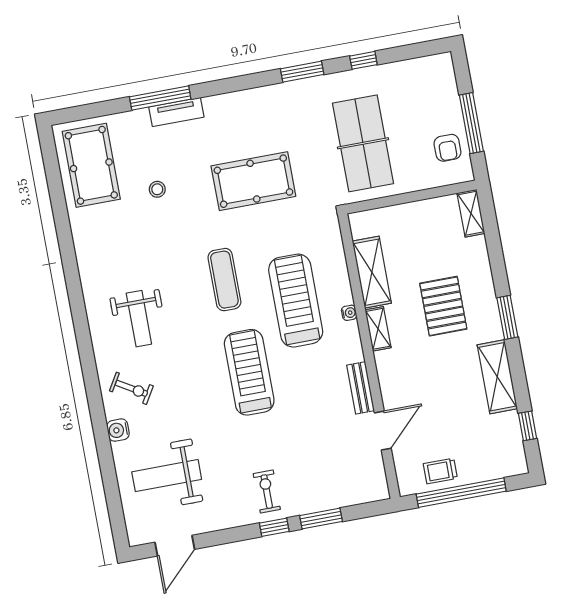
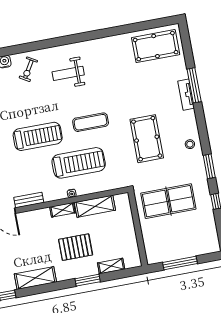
armchair: (447, 148) -> (166, 249), removed
stool: (157, 189) -> (190, 144), moved
shelving: (471, 213) -> (111, 266), moved
window: (507, 317) -> (88, 280), moved

